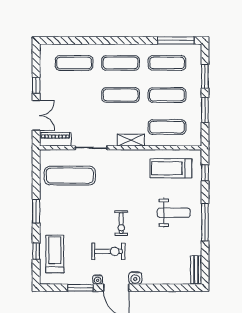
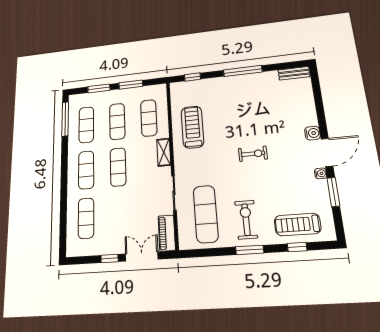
treadmill: (171, 168) -> (192, 127), moved, turned 180
weight bench: (174, 213) -> (236, 102), removed
exercise bike: (108, 251) -> (246, 220), moved

